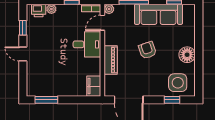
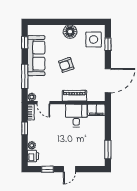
desk: (87, 44) -> (76, 116), moved

